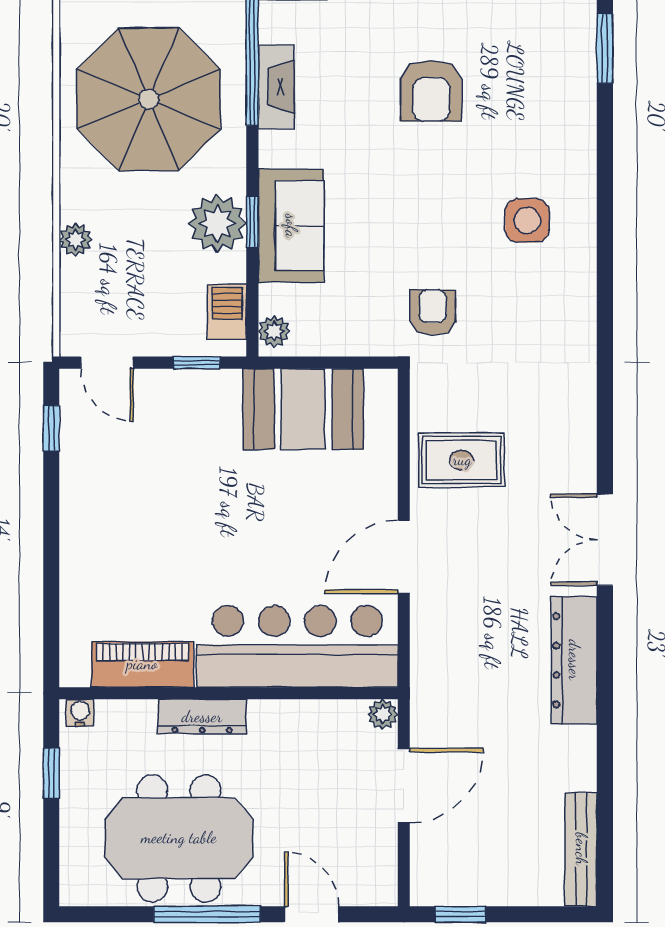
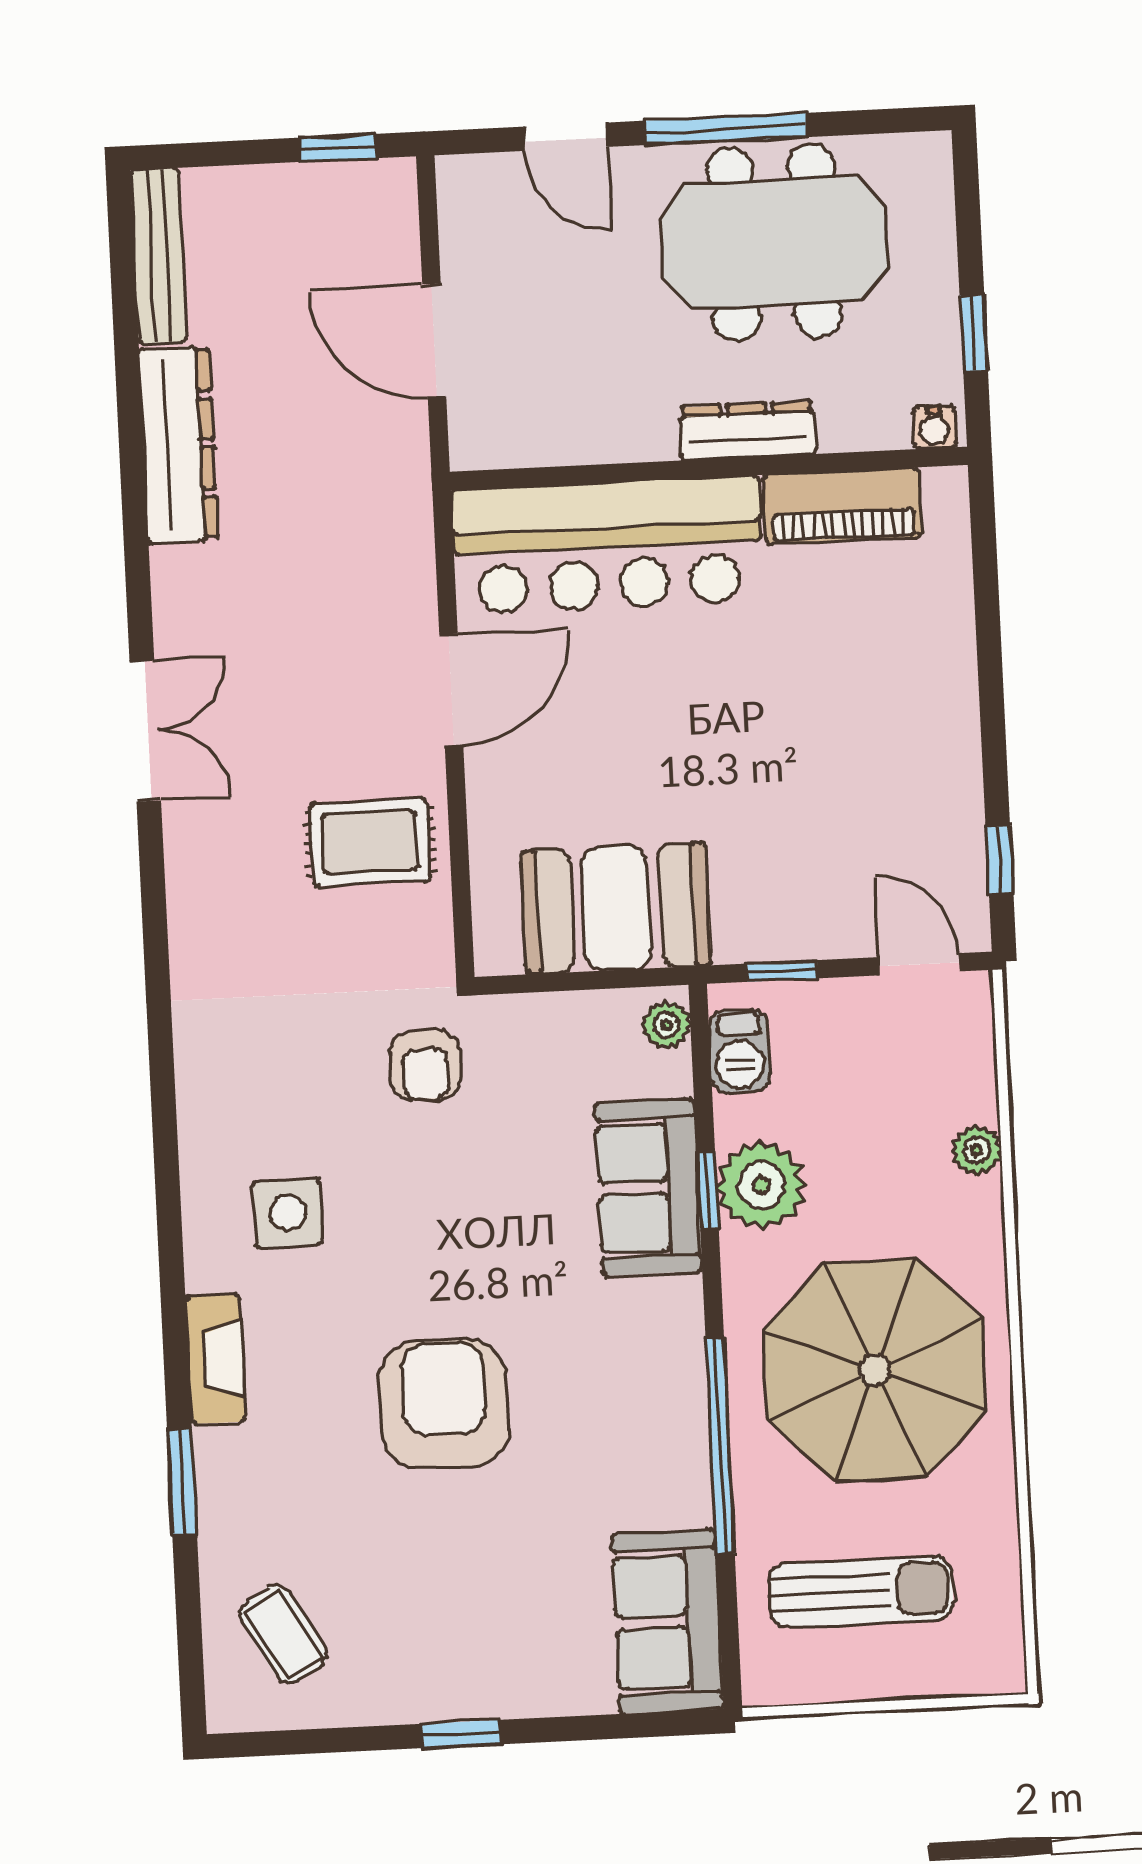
fireplace: (276, 87) -> (216, 1359), moved, turned 180
armchair: (431, 91) -> (444, 1404), width x1.36, depth x1.36
dresser: (574, 660) -> (178, 445), moved
plant: (383, 714) -> (472, 448), removed
door: (404, 785) -> (434, 341), hinge flipped

